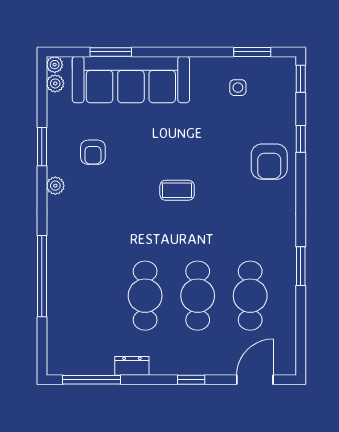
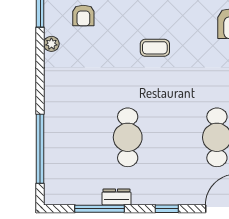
window: (42, 276) -> (40, 149), moved
cafe table: (198, 296) -> (172, 137), removed
window: (92, 380) -> (99, 209), moved

